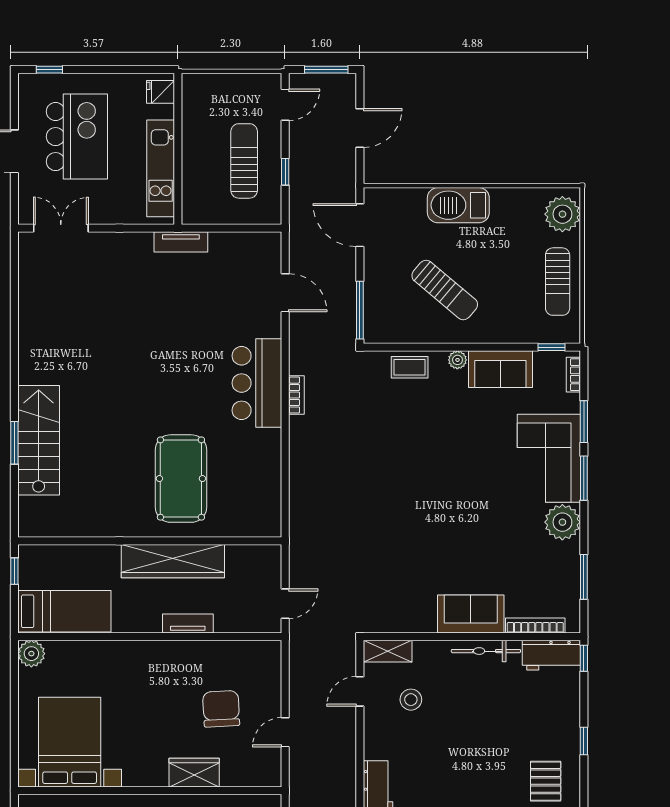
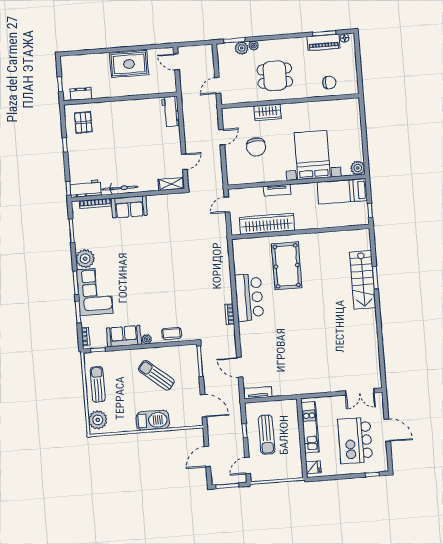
tv unit: (181, 242) -> (258, 393), moved
bar counter: (257, 383) -> (249, 297), moved
wardrobe: (173, 561) -> (267, 224), moved
stool: (411, 700) -> (157, 160), removed
bed with nightstands: (70, 742) -> (312, 155), moved, turned 180

